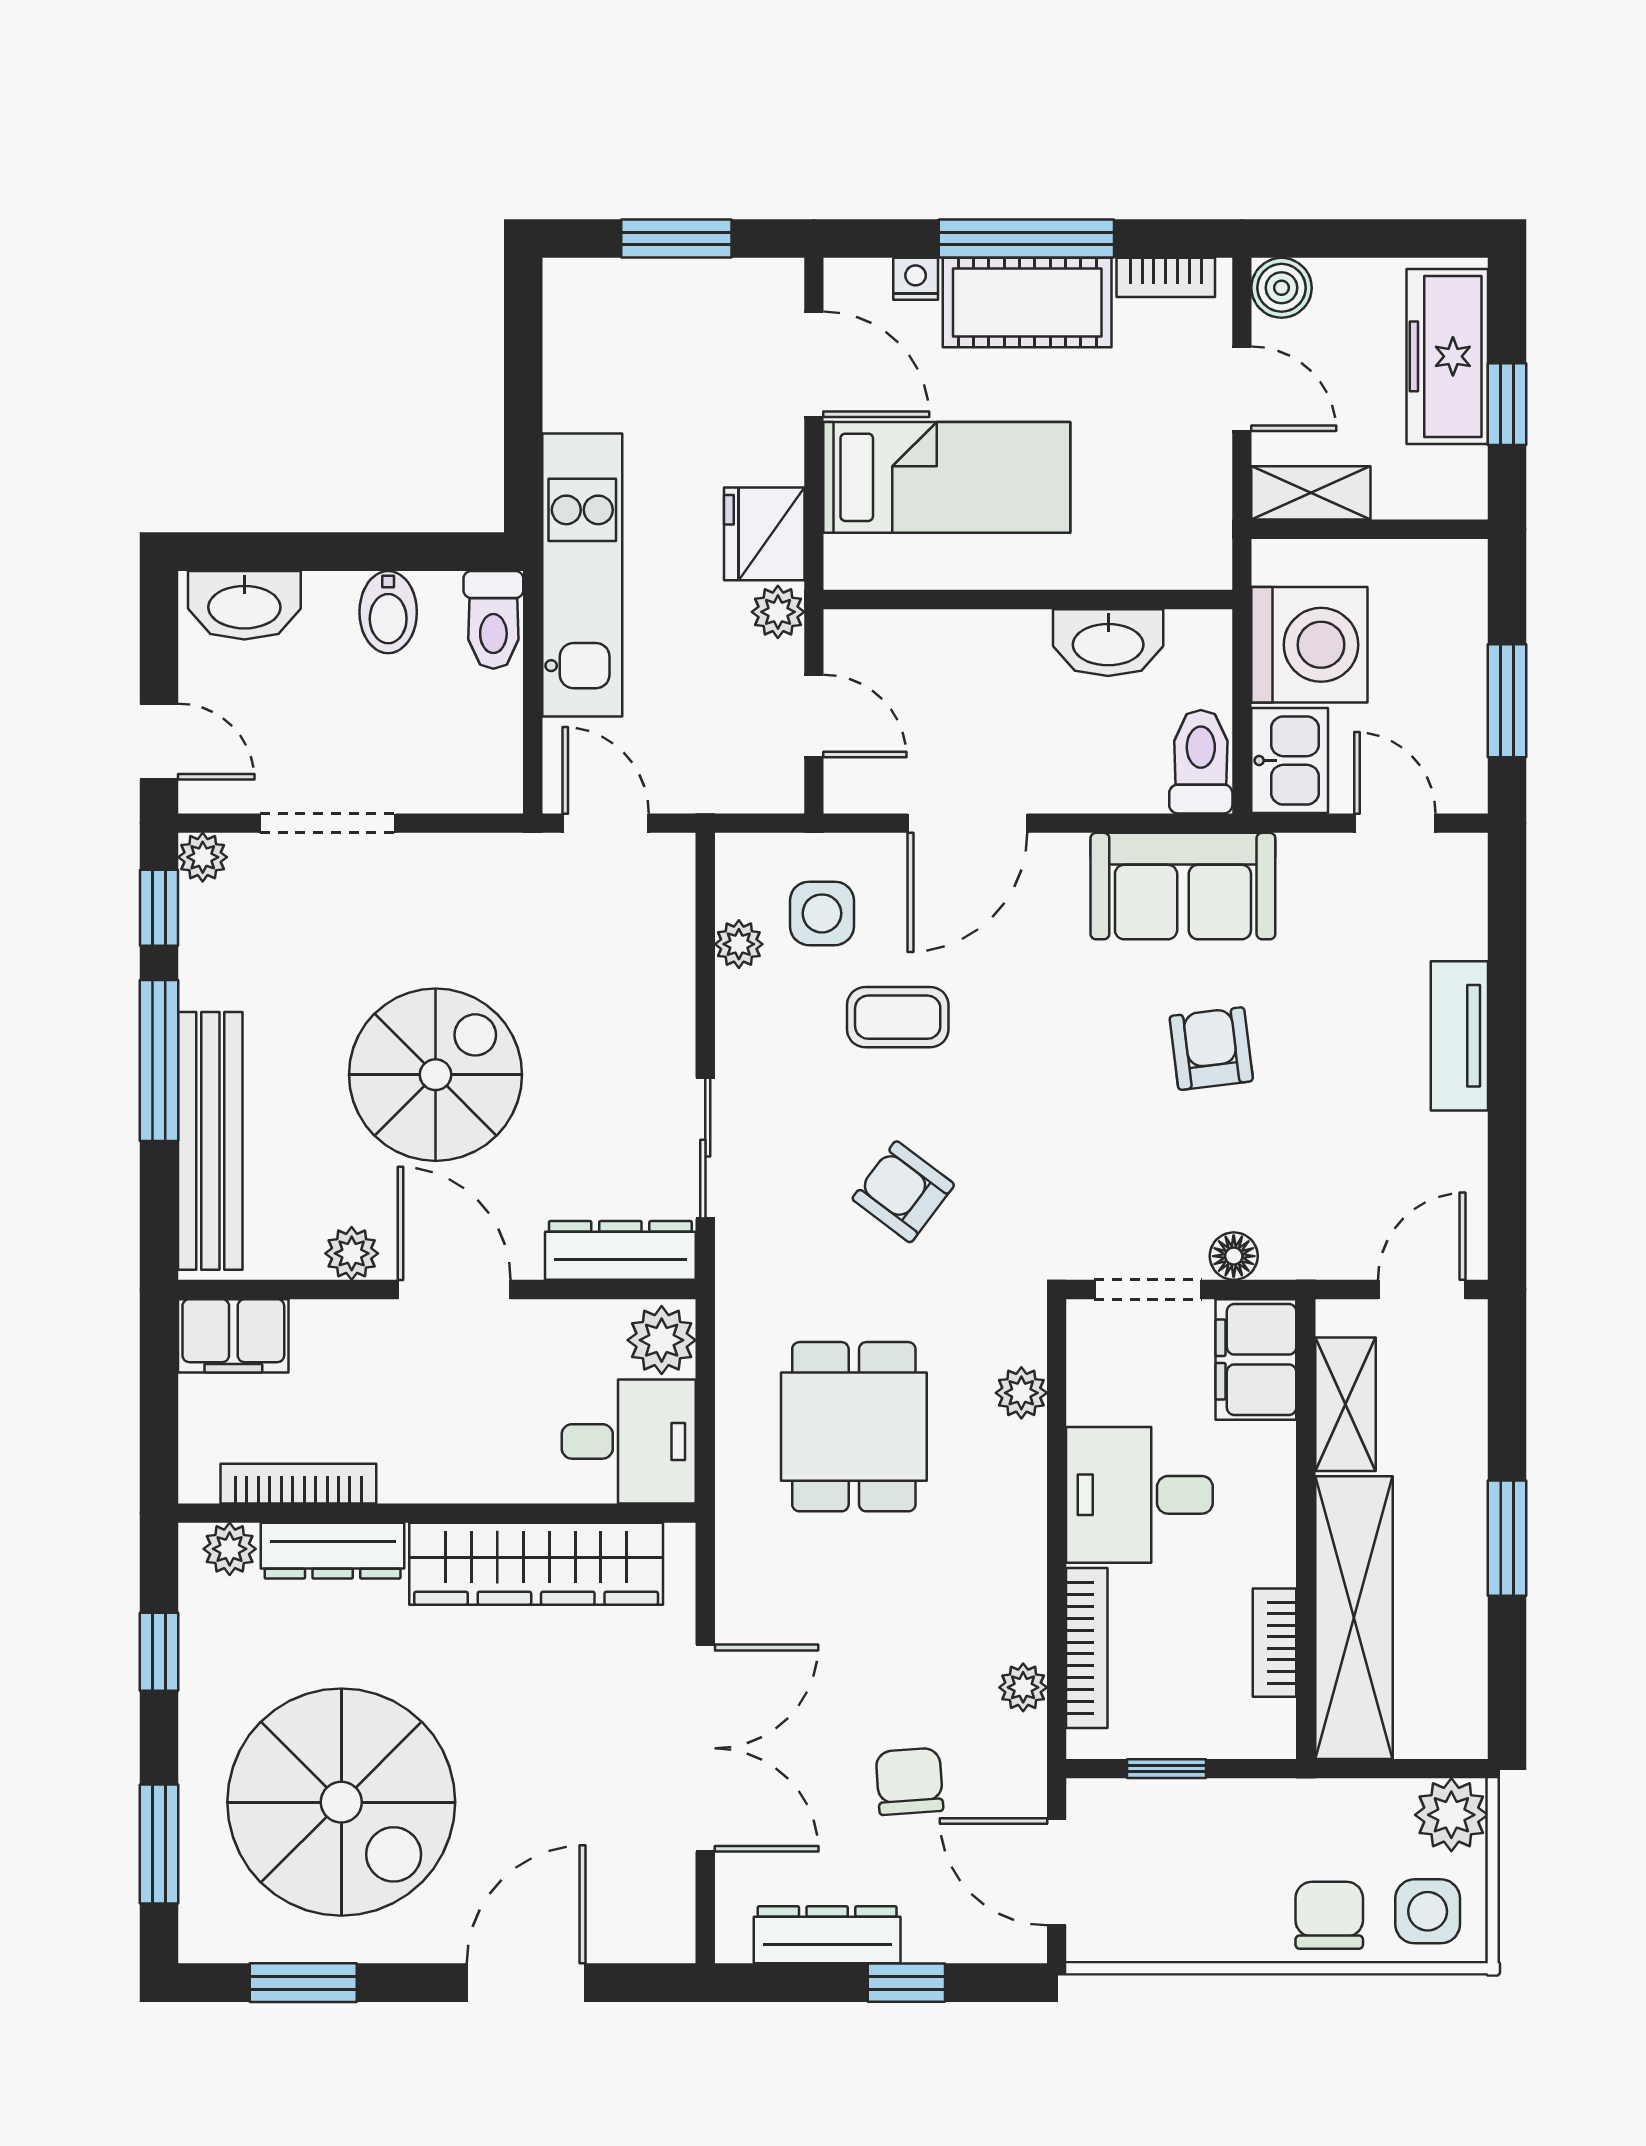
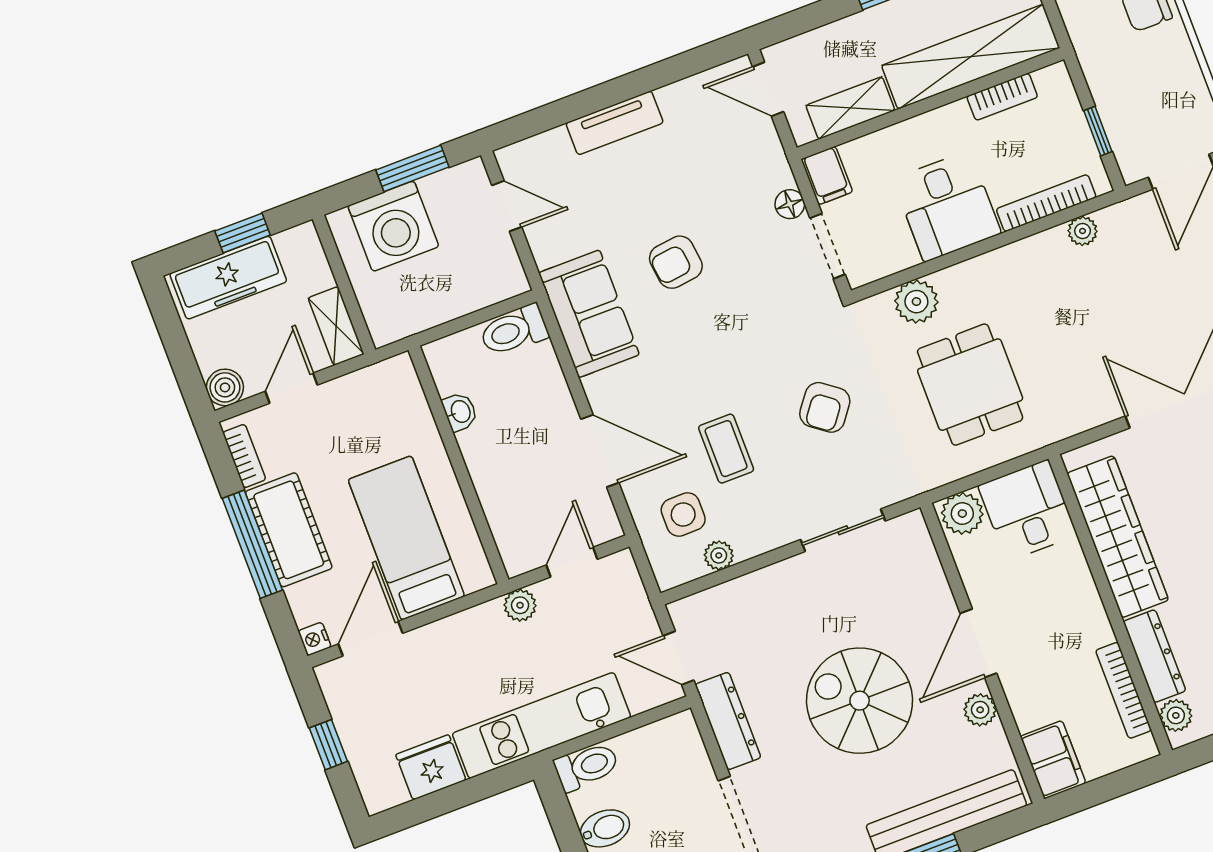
window: (676, 239) -> (328, 745), width x0.67
nightstand: (916, 279) -> (315, 639), moved
fridge: (764, 534) -> (431, 767), moved, turned 180
washbasin: (1108, 643) -> (460, 412), width x0.52, depth x0.69
washing machine: (1309, 645) -> (393, 226), moved, turned 180
kitchen sink: (1290, 761) -> (494, 280), removed
door: (606, 823) -> (678, 658), hinge flipped
door: (1395, 823) -> (507, 206), swing flipped
dresser: (620, 1250) -> (728, 721), moved, turned 180
filing cabinet: (1256, 1359) -> (827, 176), width x0.50
plant: (1021, 1393) -> (916, 302), width x1.38, depth x1.38
dining table: (854, 1427) -> (970, 385), turned 90
chair: (909, 1781) -> (1161, 276), removed

